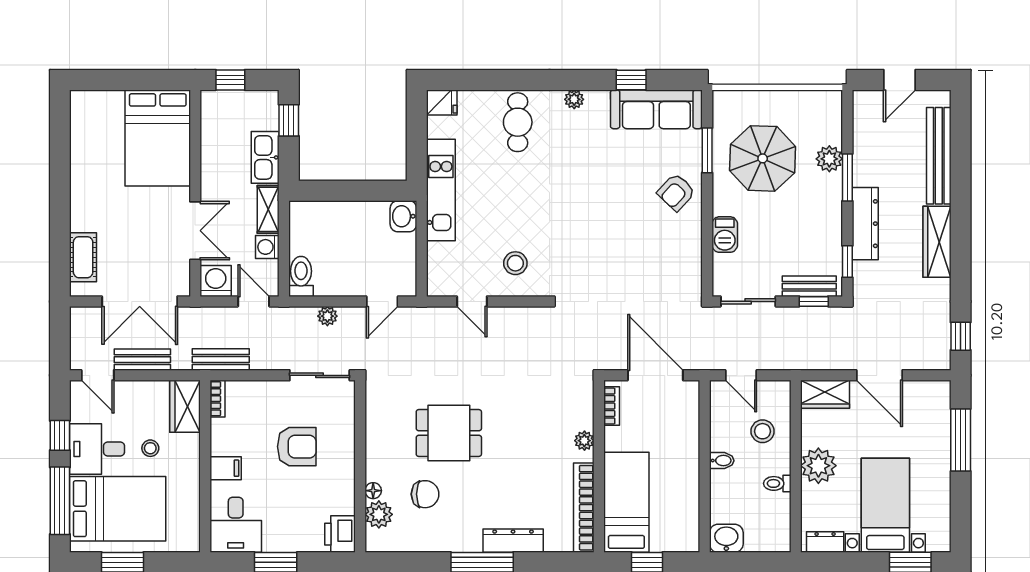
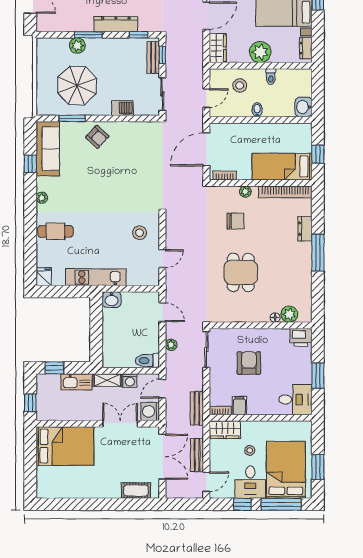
filing cabinet: (226, 468) -> (239, 406), moved
chair: (425, 494) -> (236, 221), moved, turned 90
dresser: (513, 541) -> (305, 229), width x0.70

